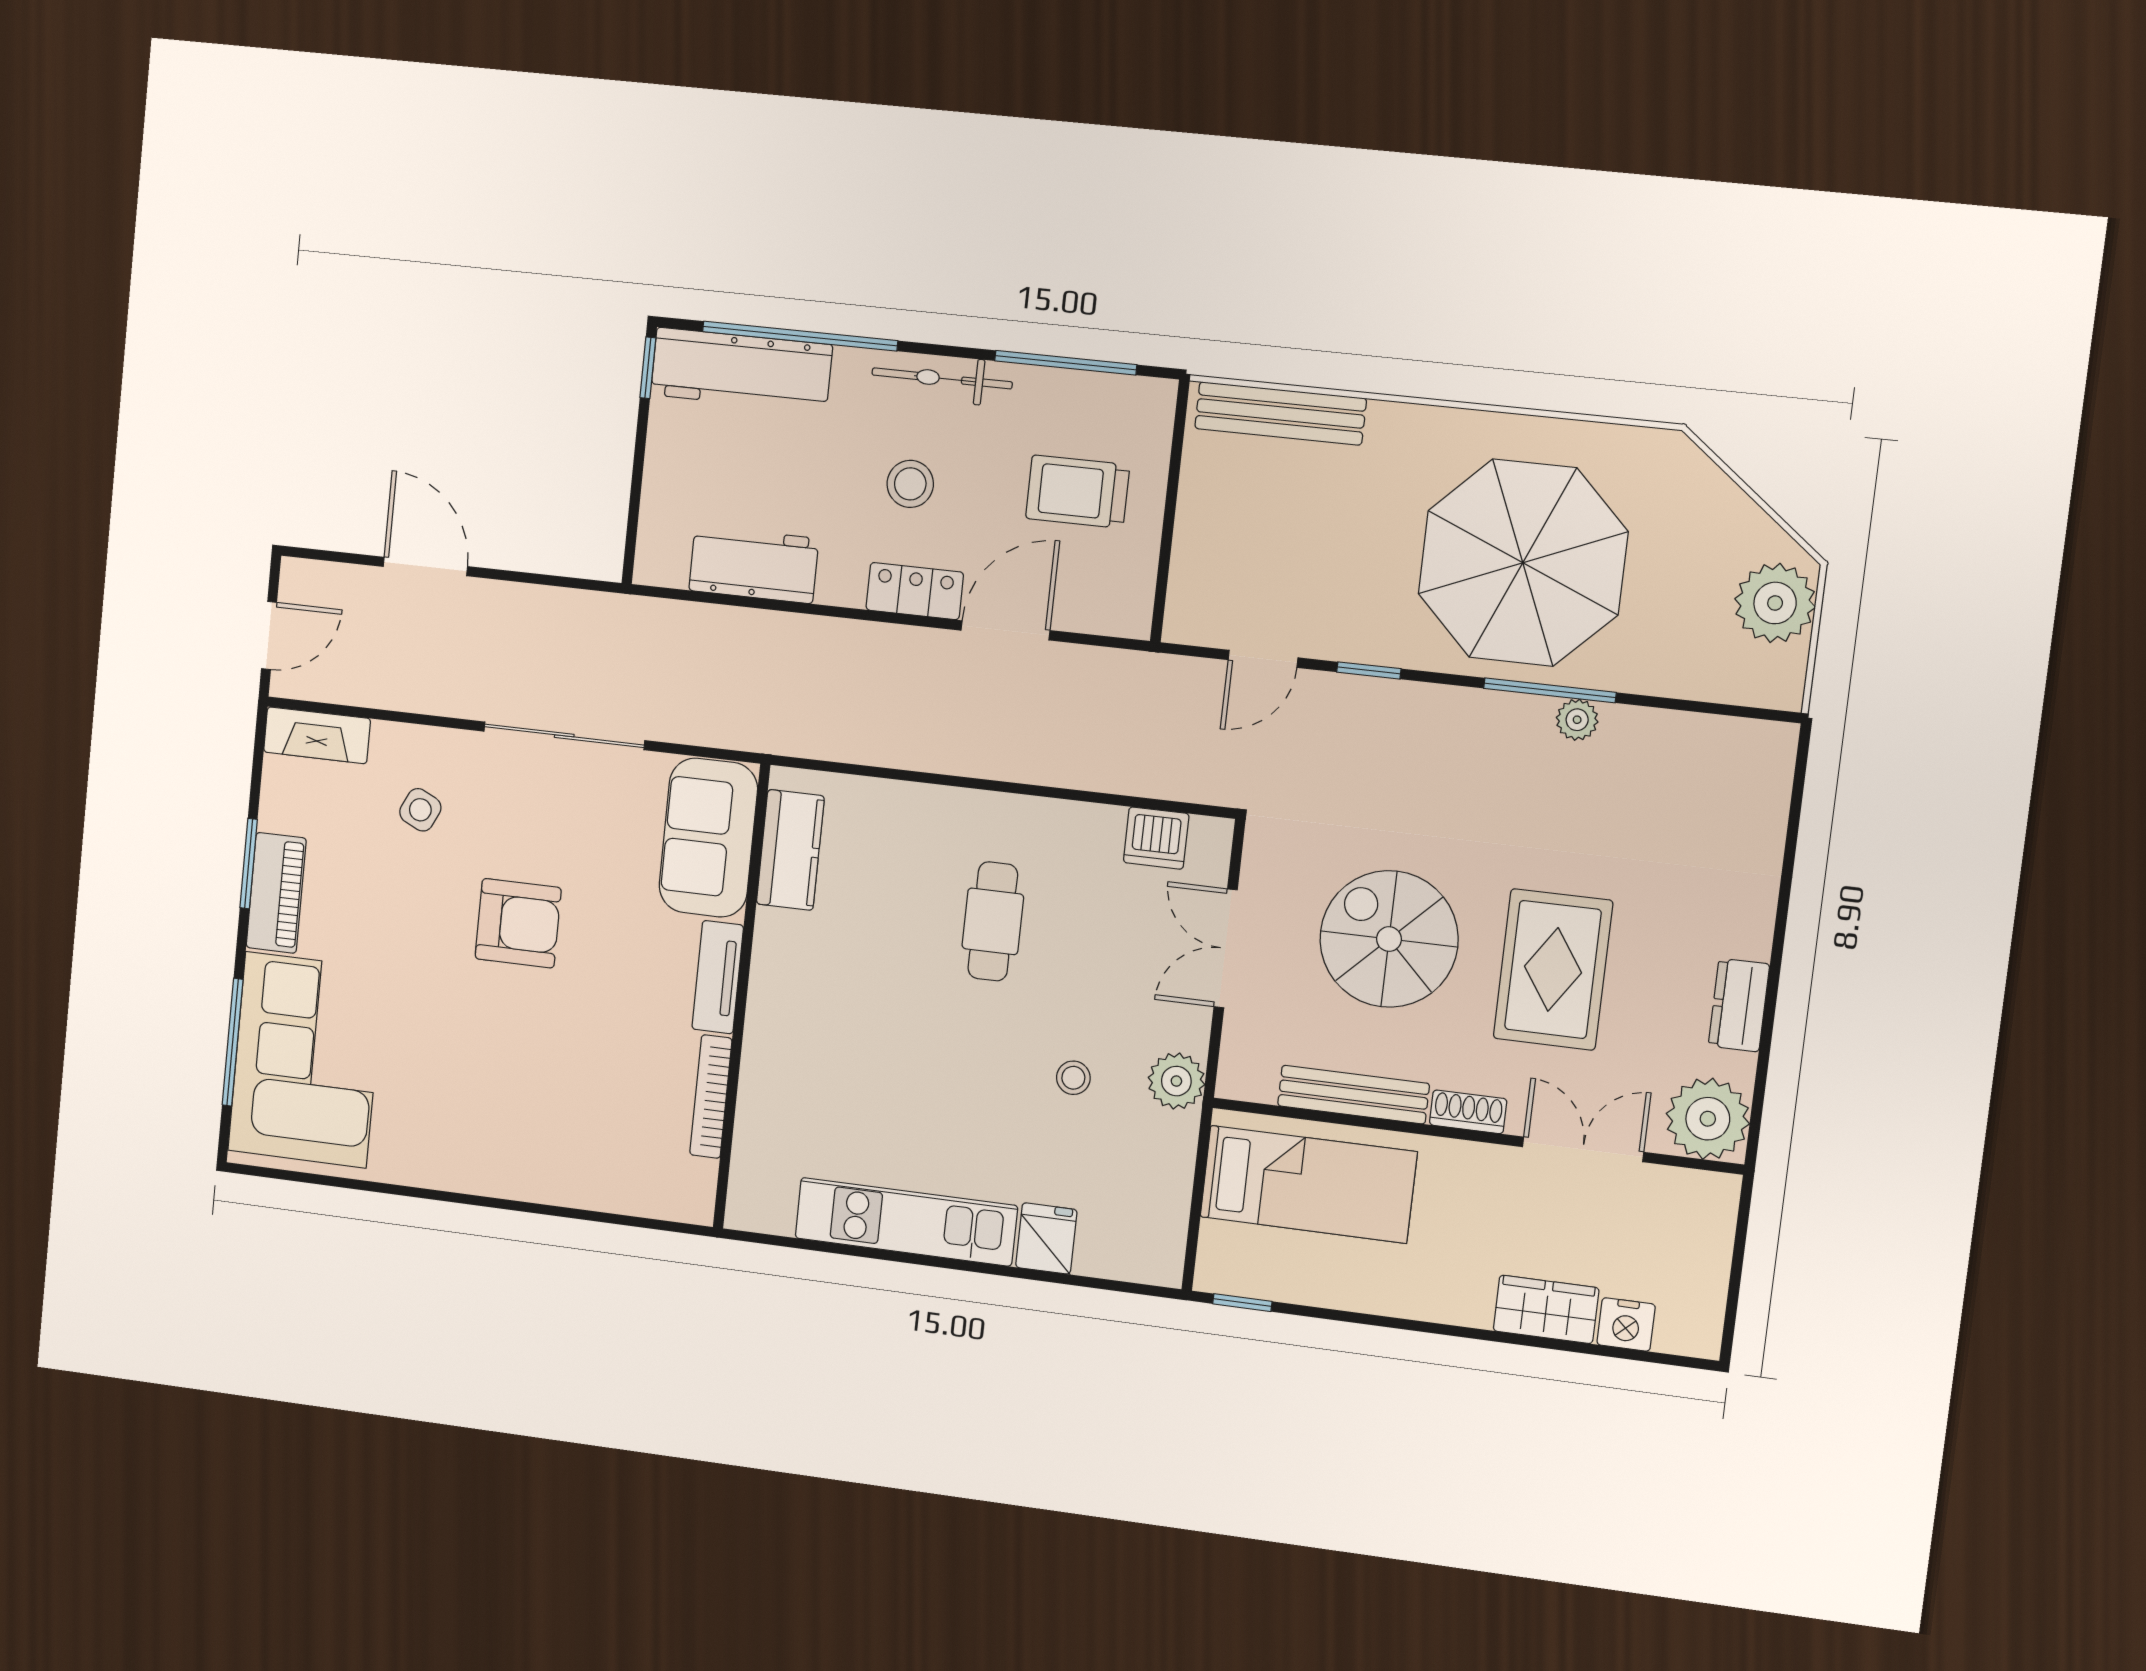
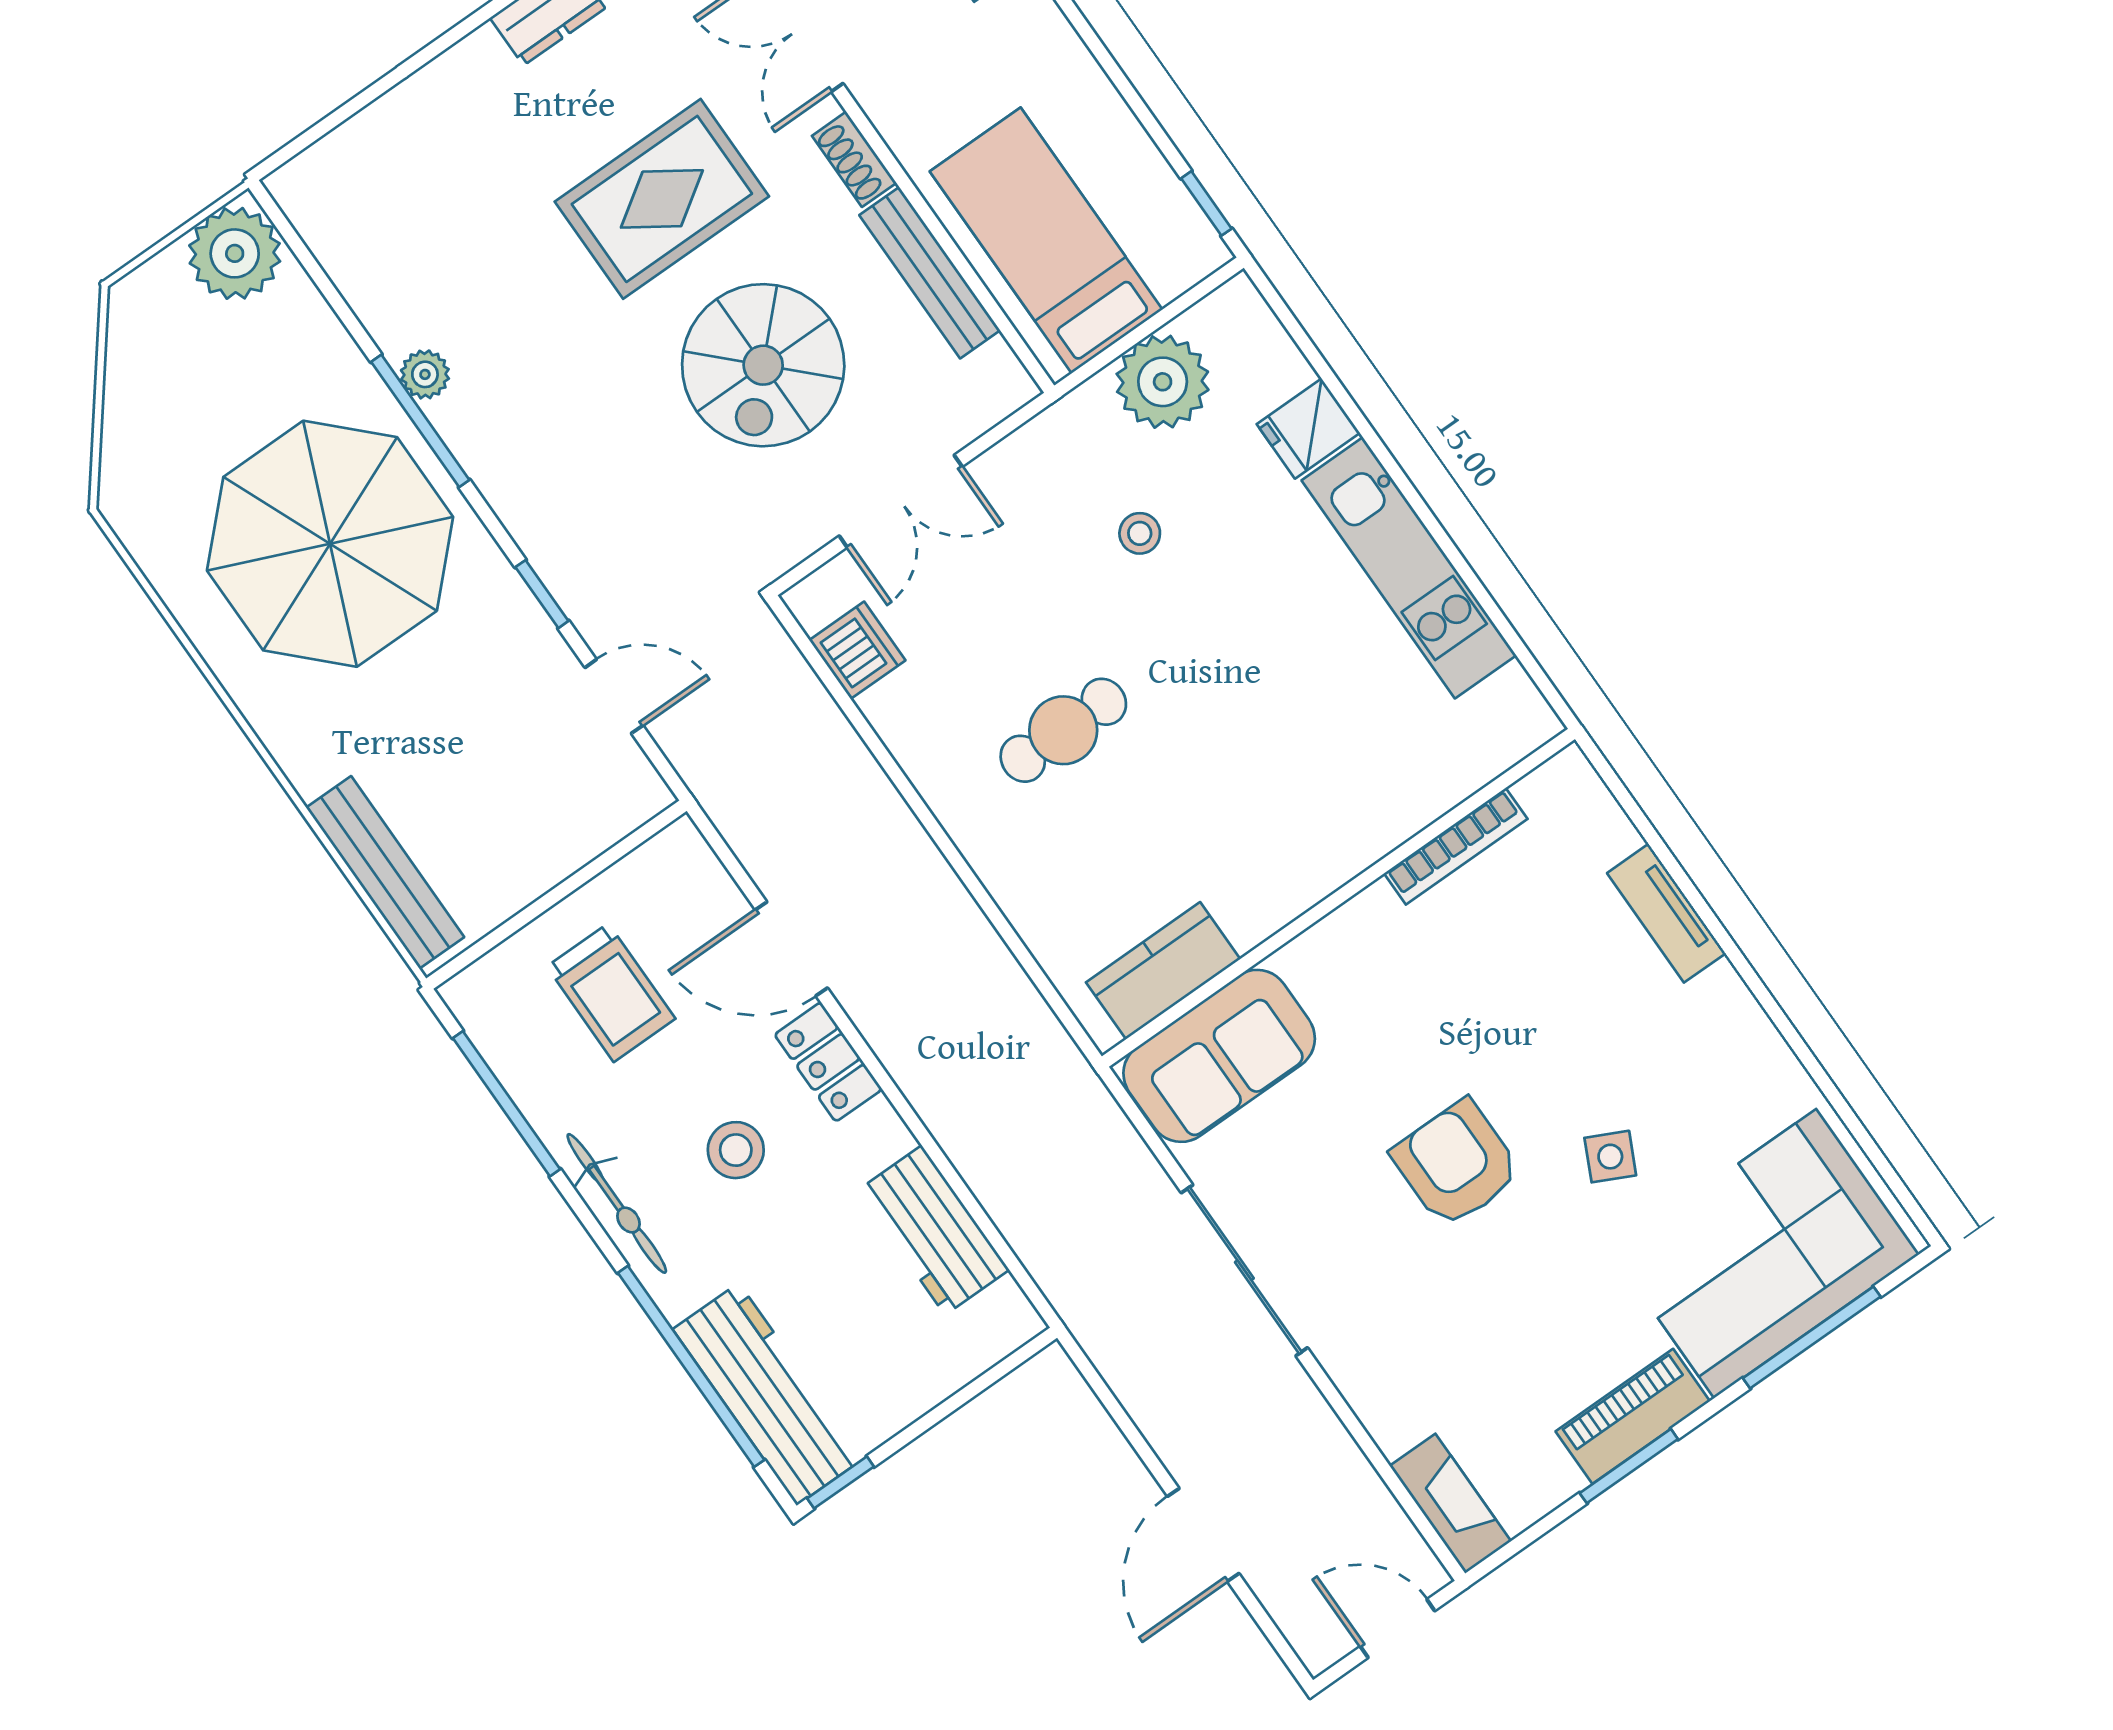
plant: (1775, 603) -> (235, 253), moved
side table: (420, 810) -> (1610, 1157), moved
tv unit: (718, 977) -> (1666, 913), moved, turned 90
plant: (1176, 1081) -> (1163, 382), moved, width x1.36, depth x1.36

